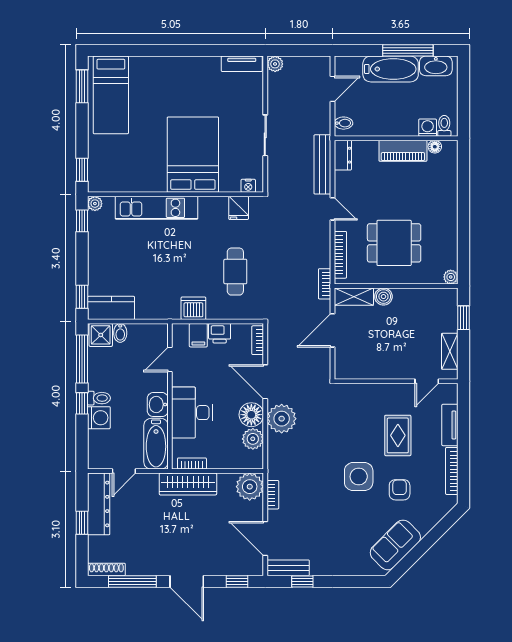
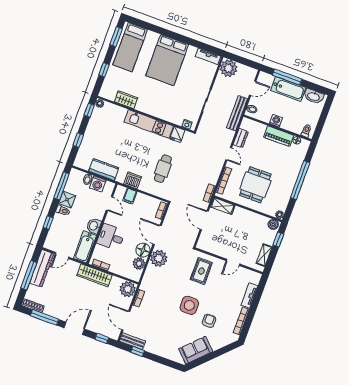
window: (408, 50) -> (287, 77), moved
plant: (275, 64) -> (229, 68), width x1.87, depth x1.87
washing machine: (428, 128) -> (276, 121), moved
bed: (193, 155) -> (167, 60), moved, turned 180
dresser: (343, 155) -> (241, 138), moved
bench: (322, 164) -> (237, 113), moved
window: (82, 170) -> (104, 70), moved
wardrobe: (135, 182) -> (126, 100), added
kitchen unit: (157, 208) -> (149, 124), moved
window: (463, 209) -> (300, 180), added
dining table: (394, 243) -> (255, 185), turned 90
window: (82, 297) -> (78, 140), moved
boiler: (383, 297) -> (273, 225), moved
kitchen counter: (111, 308) -> (104, 170), moved
door: (333, 330) -> (204, 220), hinge flipped
printer: (220, 333) -> (142, 199), removed
shower: (101, 335) -> (67, 200), moved
door: (170, 359) -> (109, 204), swing flipped
door: (427, 381) -> (233, 262), moved
window: (82, 403) -> (48, 223), moved
desk: (192, 413) -> (111, 237), width x0.73
washing machine: (99, 418) -> (98, 184), moved, turned 90
rug: (398, 435) -> (201, 271), moved
window: (82, 523) -> (29, 275), width x2.17
door: (187, 581) -> (74, 328), swing flipped

